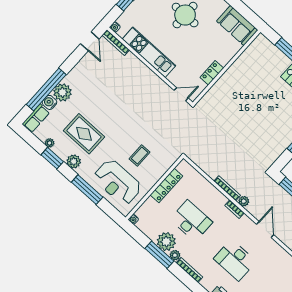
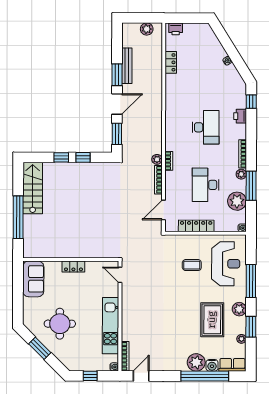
locker: (212, 73) -> (73, 267), moved
door: (265, 229) -> (163, 210), moved
plant: (166, 242) -> (237, 201), moved

